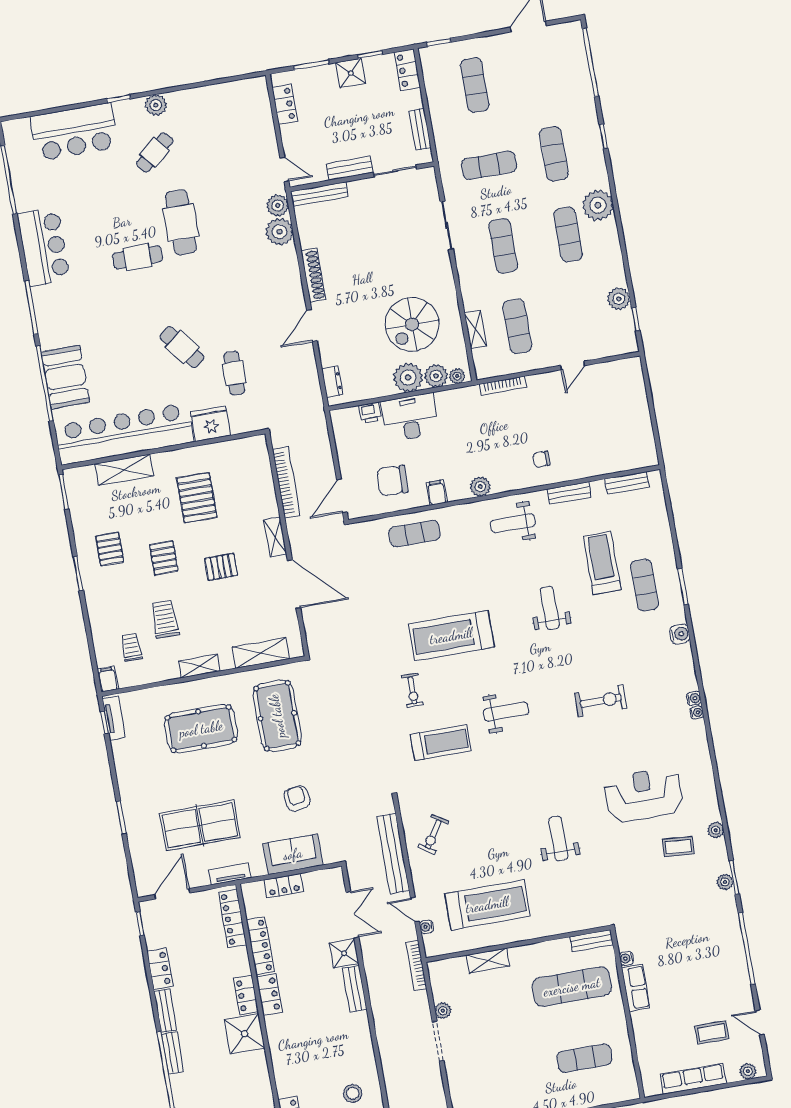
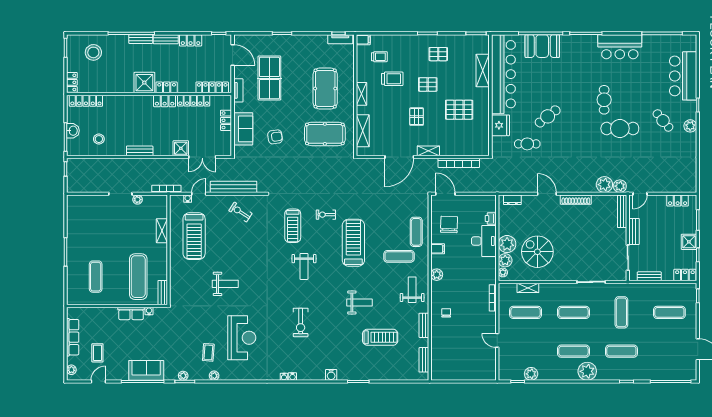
exercise mat: (644, 585) -> (399, 256), moved
sofa: (727, 946) -> (146, 370), added
bench: (355, 989) -> (140, 151), moved

